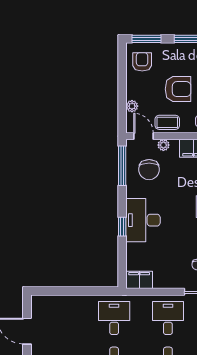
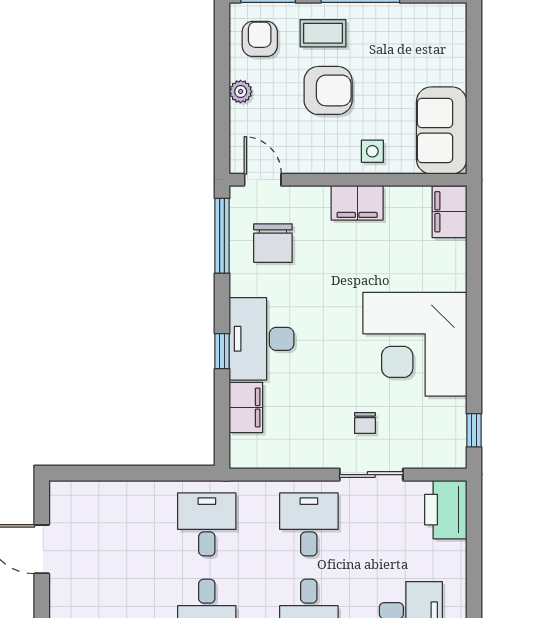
plant: (132, 106) -> (241, 92), moved
coffee table: (167, 122) -> (323, 33), moved
plant: (163, 145) -> (300, 197), removed
filing cabinet: (139, 280) -> (246, 407), moved, turned 90

